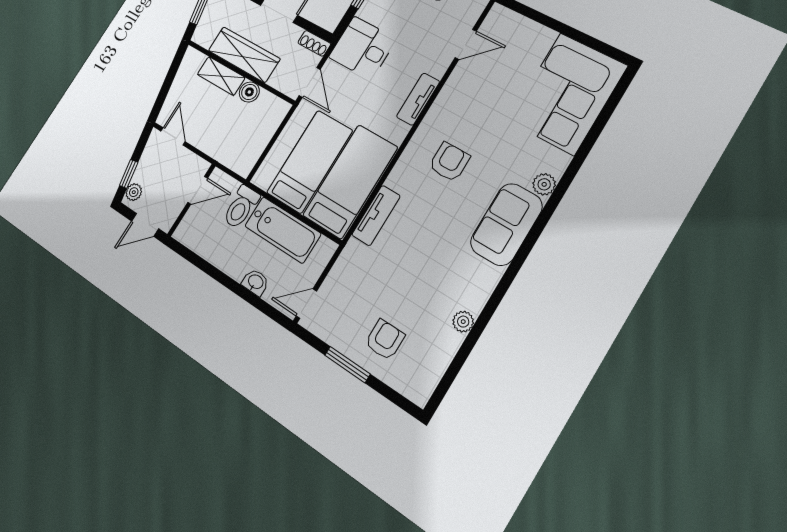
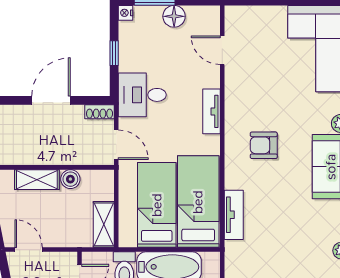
door: (466, 44) -> (222, 50), swing flipped
wardrobe: (244, 55) -> (45, 152), removed
shelving: (251, 152) -> (104, 224), added
armchair: (449, 162) -> (264, 145), turned -90

